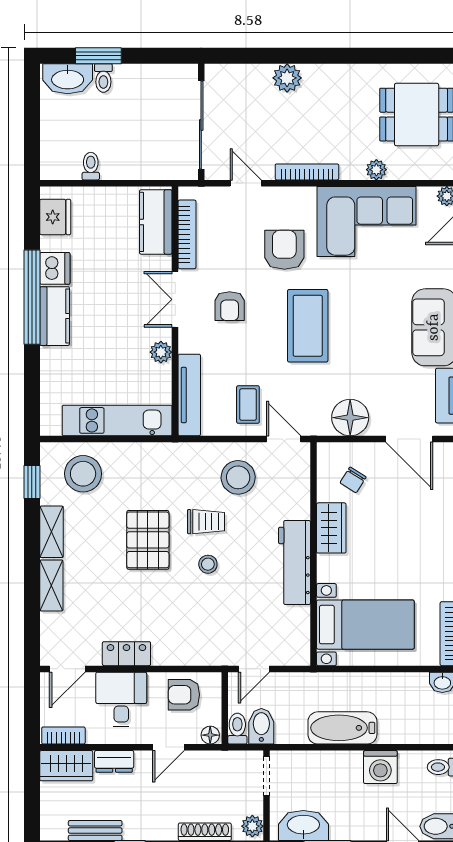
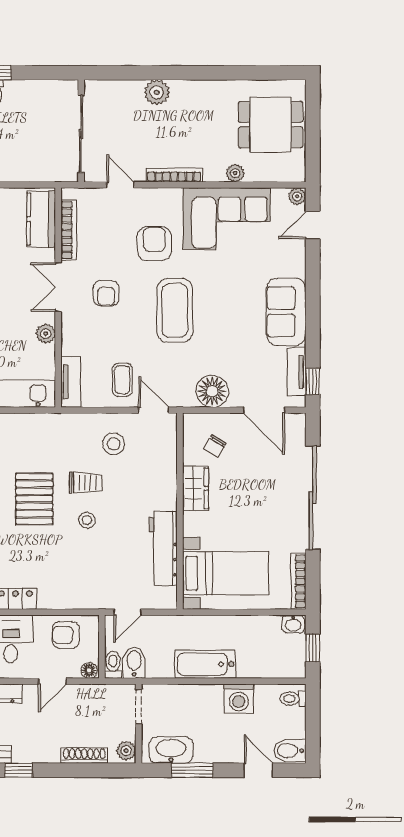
tv unit: (189, 395) -> (71, 382), width x0.71
stool: (238, 477) -> (114, 444), width x0.73, depth x0.73
workbench: (295, 562) -> (163, 548), moved

